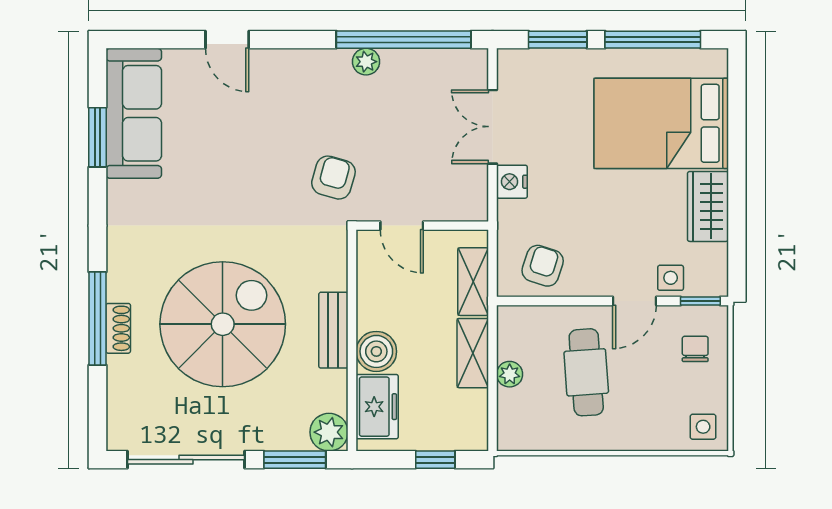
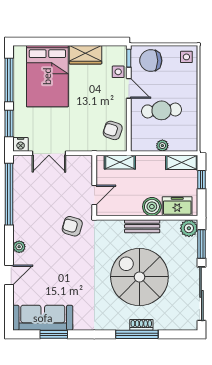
plant: (366, 62) -> (19, 247), moved
nightstand: (512, 182) -> (21, 144), moved
chair: (695, 349) -> (151, 61), width x1.87, depth x1.87
shelving: (473, 353) -> (182, 162), moved

